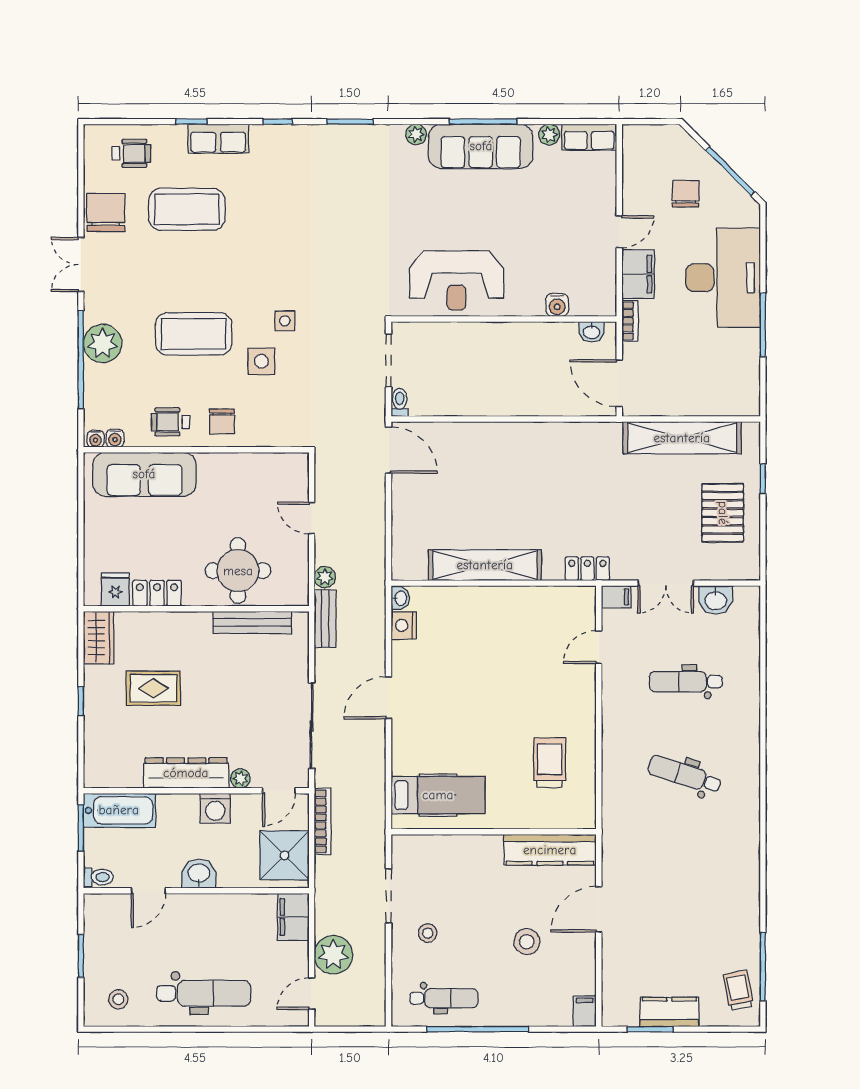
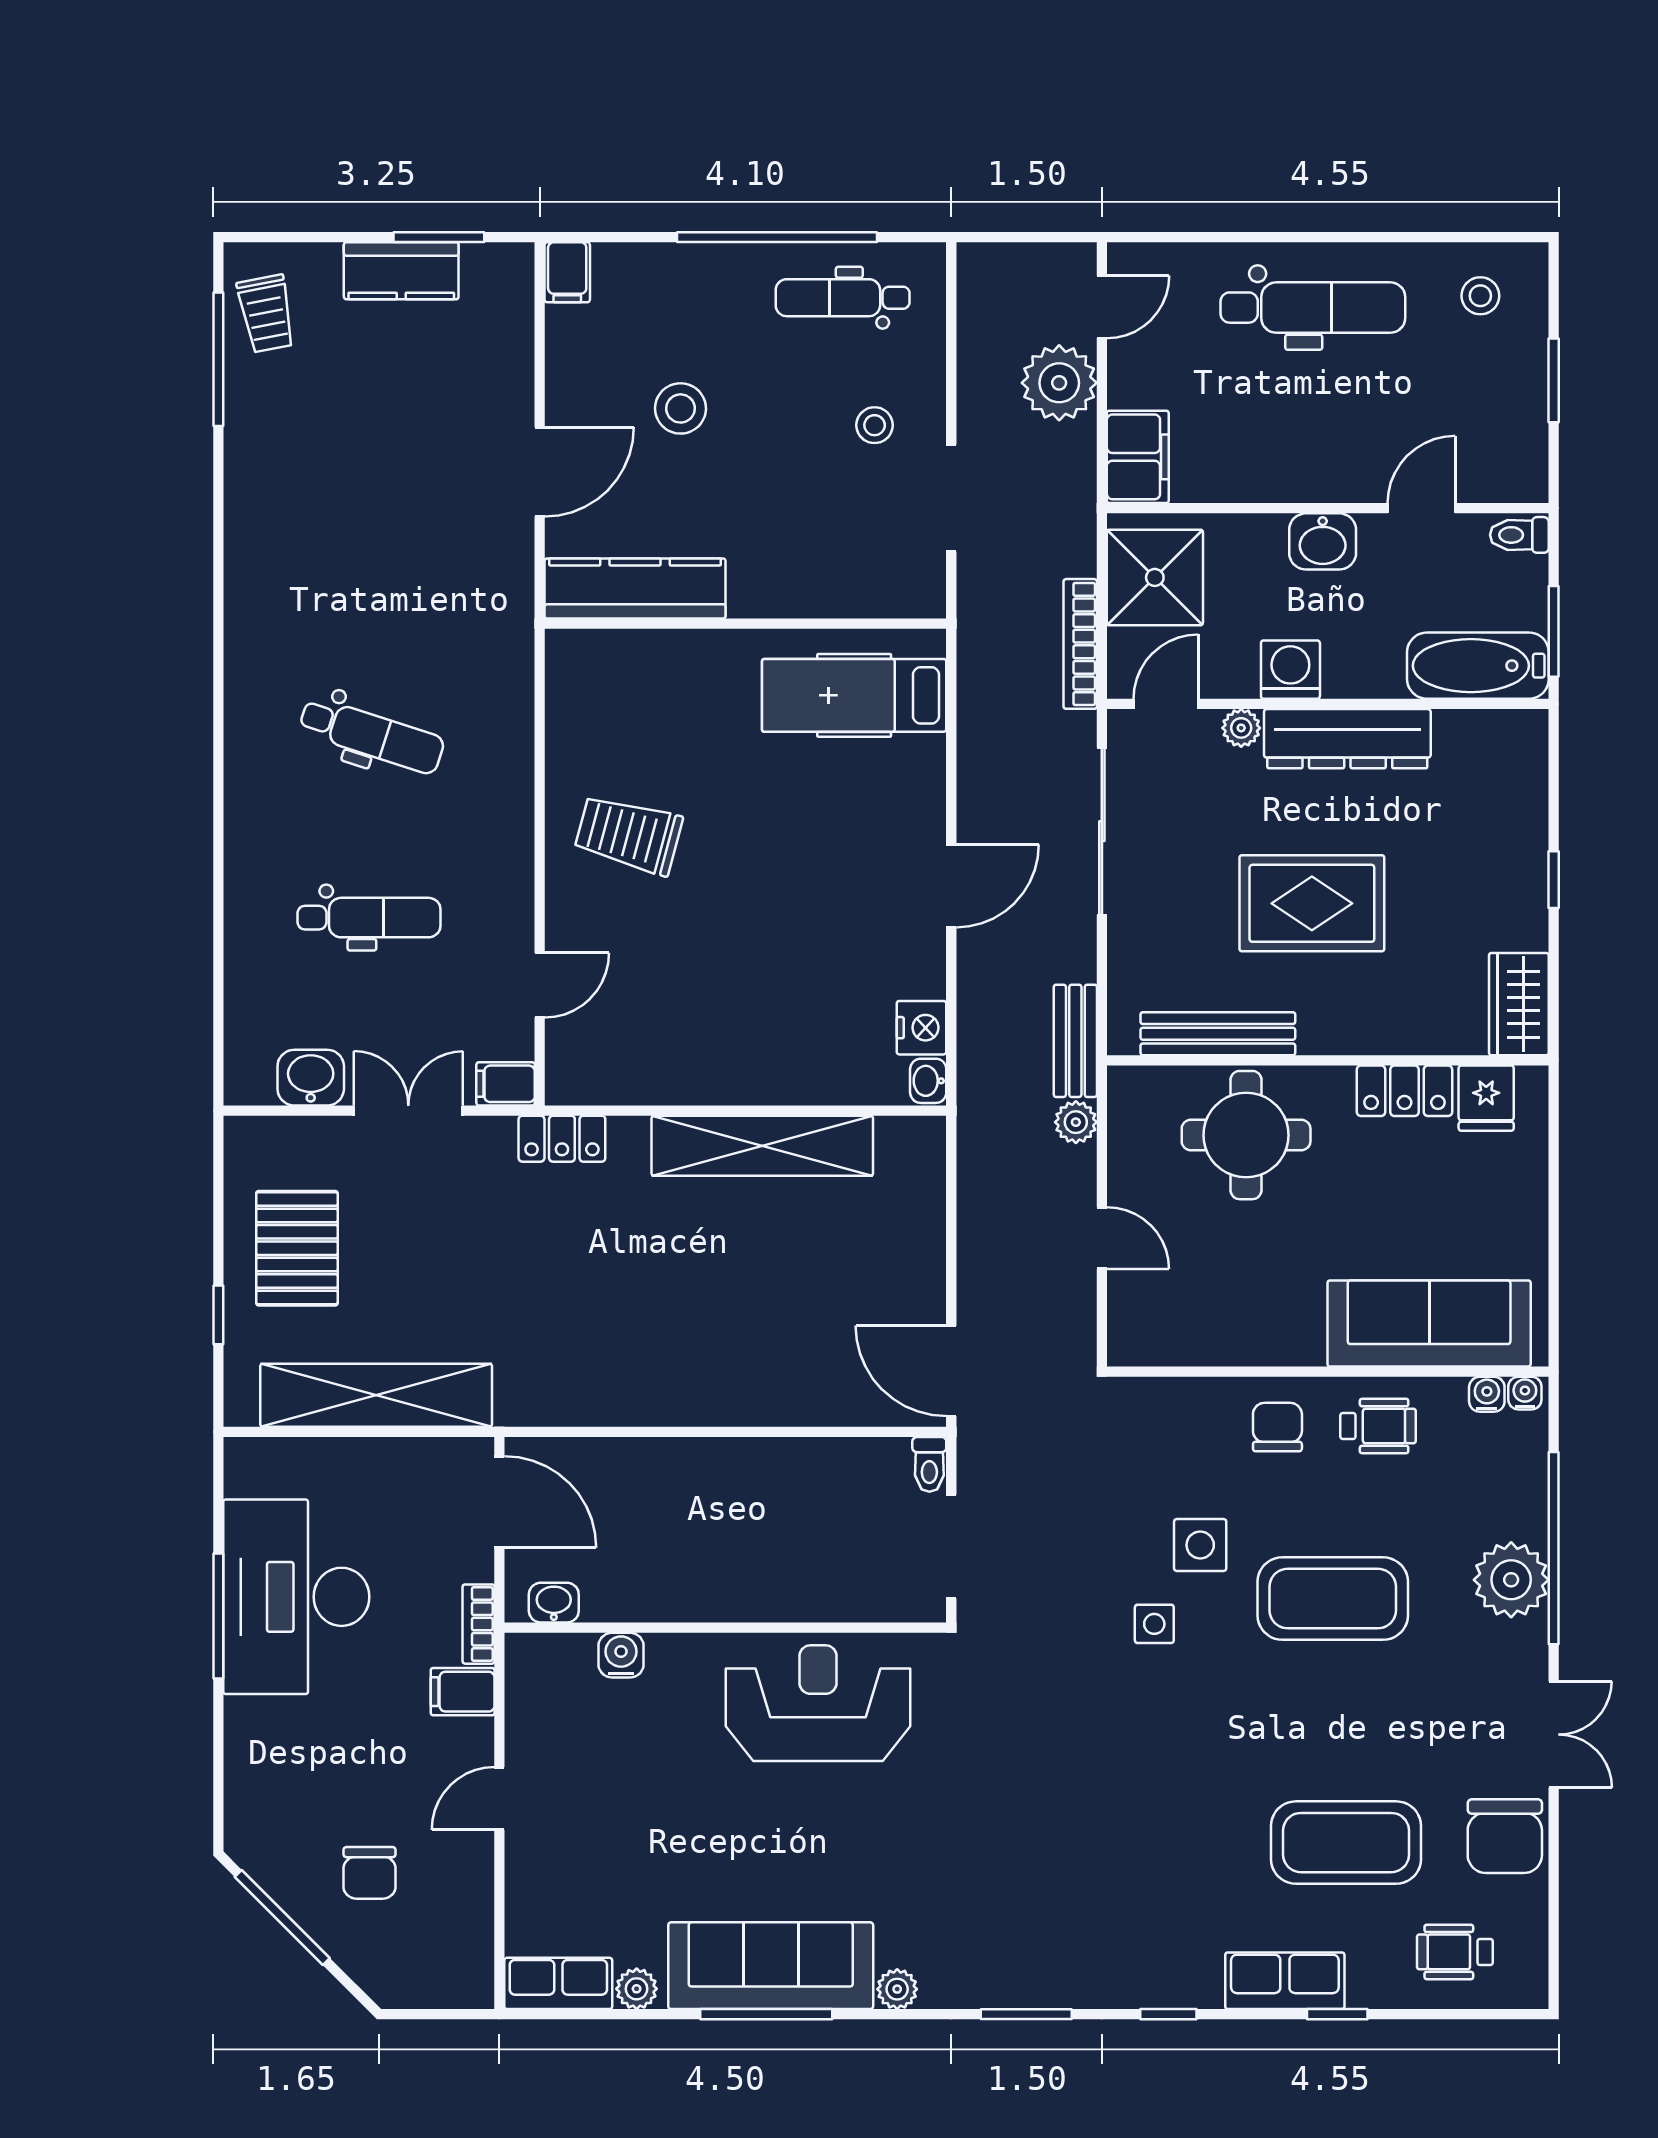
filing cabinet: (638, 274) -> (463, 1692), width x0.50
desk: (723, 278) -> (296, 1597), moved
rug: (153, 688) -> (1312, 903), moved, width x1.36, depth x1.43
trolley: (550, 763) -> (629, 834), moved, turned 105
dental chair: (204, 993) -> (1313, 308), turned 180

